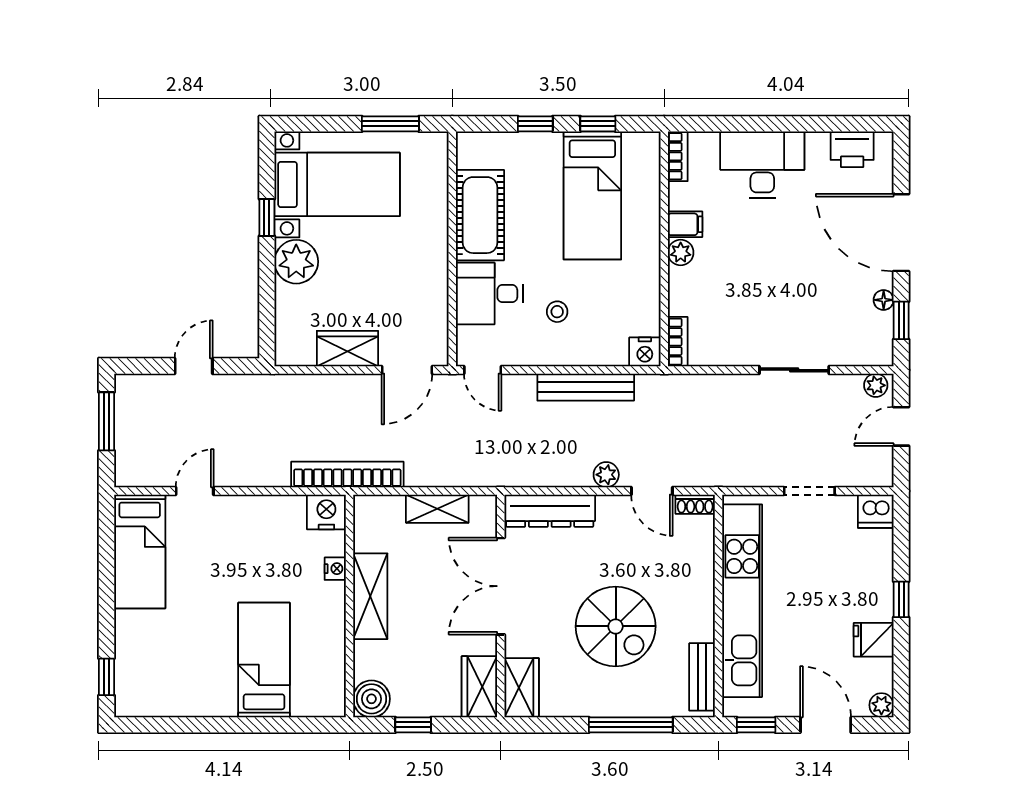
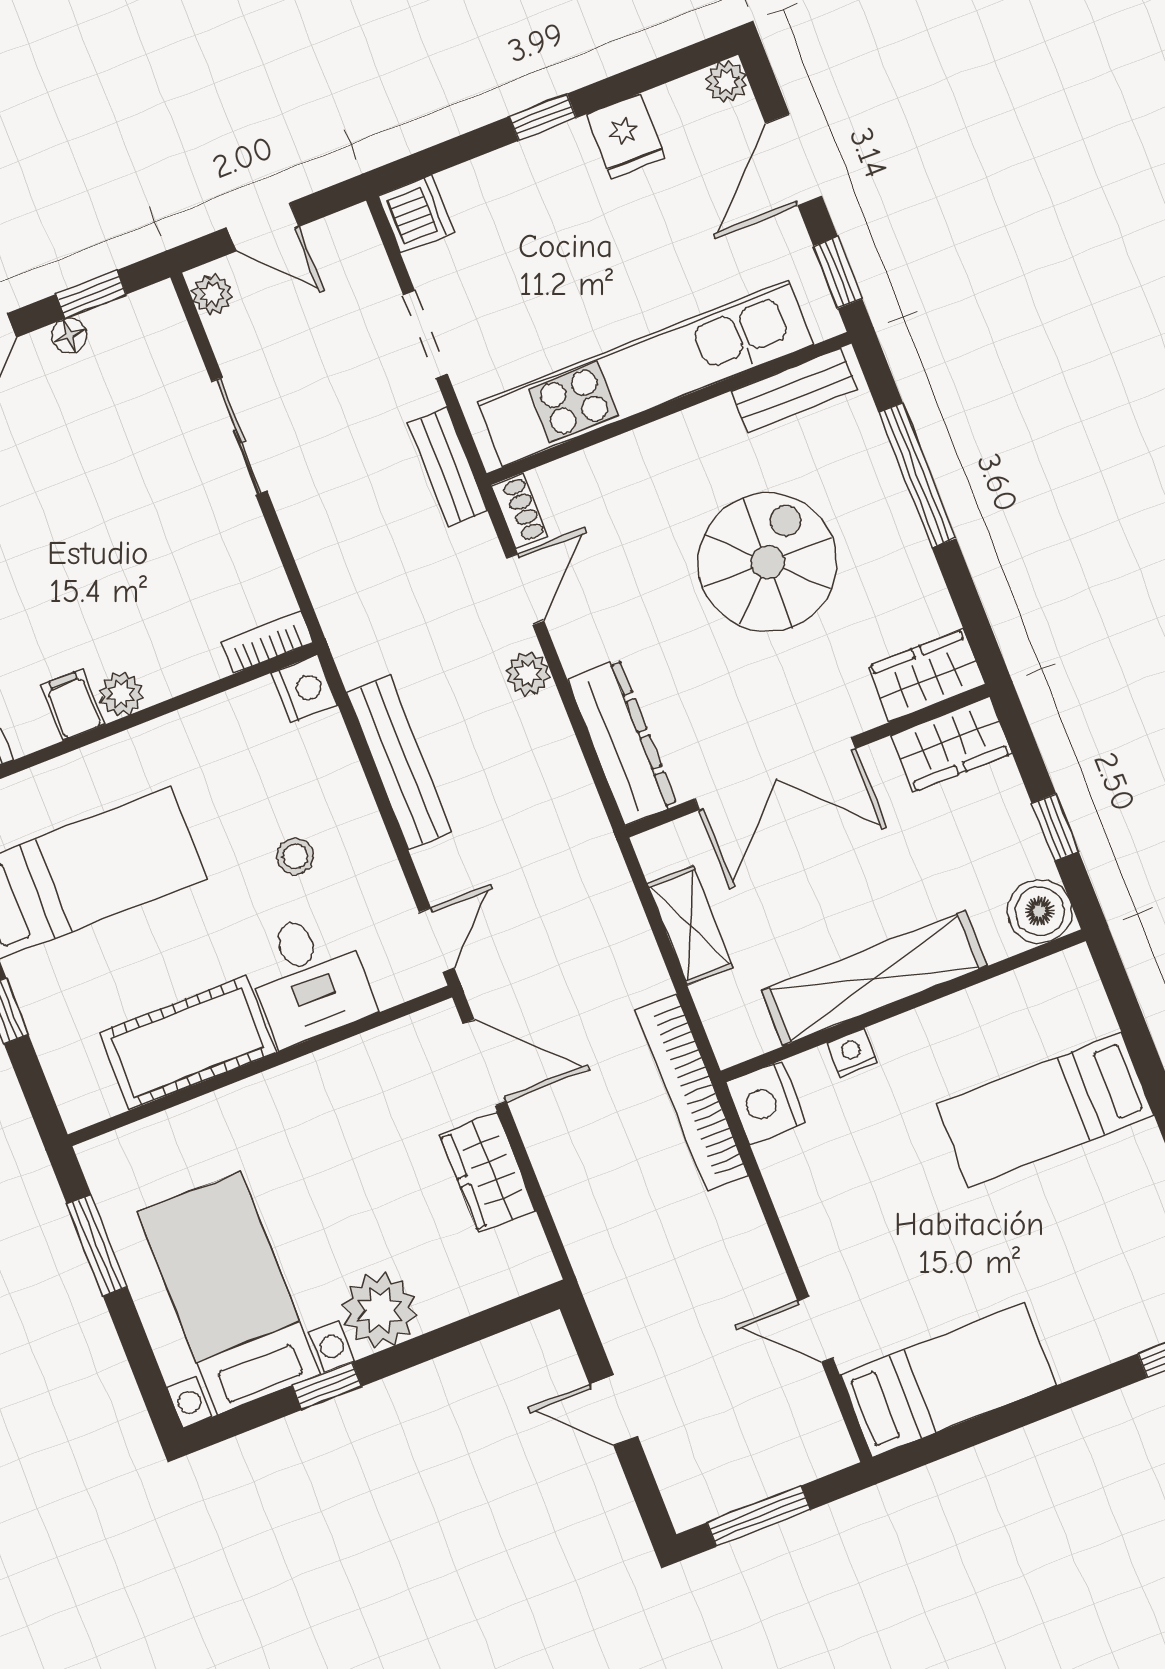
bench: (734, 475) -> (448, 467), added
shelving: (370, 596) -> (874, 978), width x1.47

